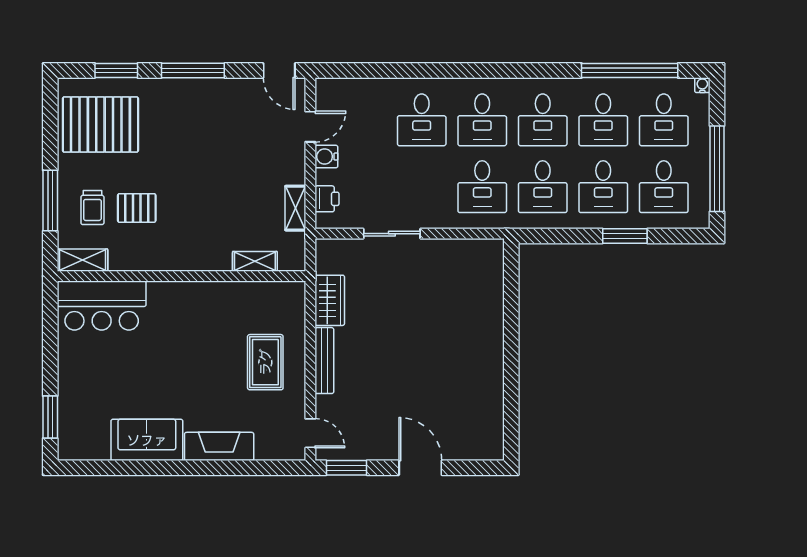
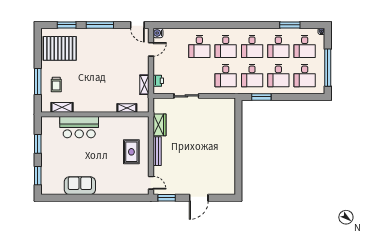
window: (630, 70) -> (290, 25), width x0.47
water cooler: (326, 157) -> (158, 33), moved
pallet: (137, 208) -> (75, 85), removed
window: (625, 236) -> (261, 97), moved
shelving: (82, 260) -> (62, 107), moved
bar counter: (102, 306) -> (79, 127), moved
window: (50, 344) -> (38, 144), added
fireplace: (219, 446) -> (111, 188), removed
door: (420, 468) -> (199, 198), swing flipped

